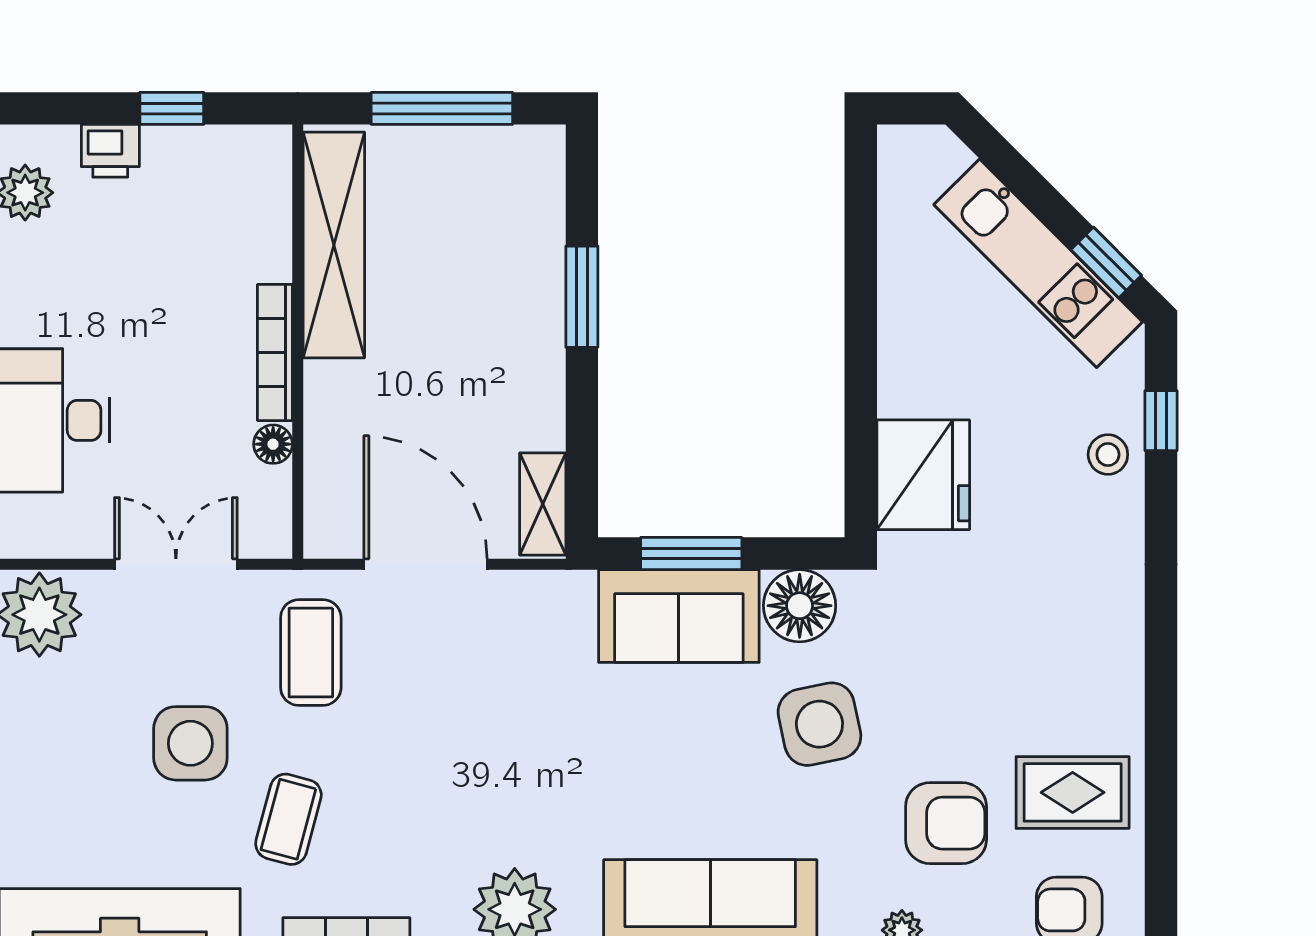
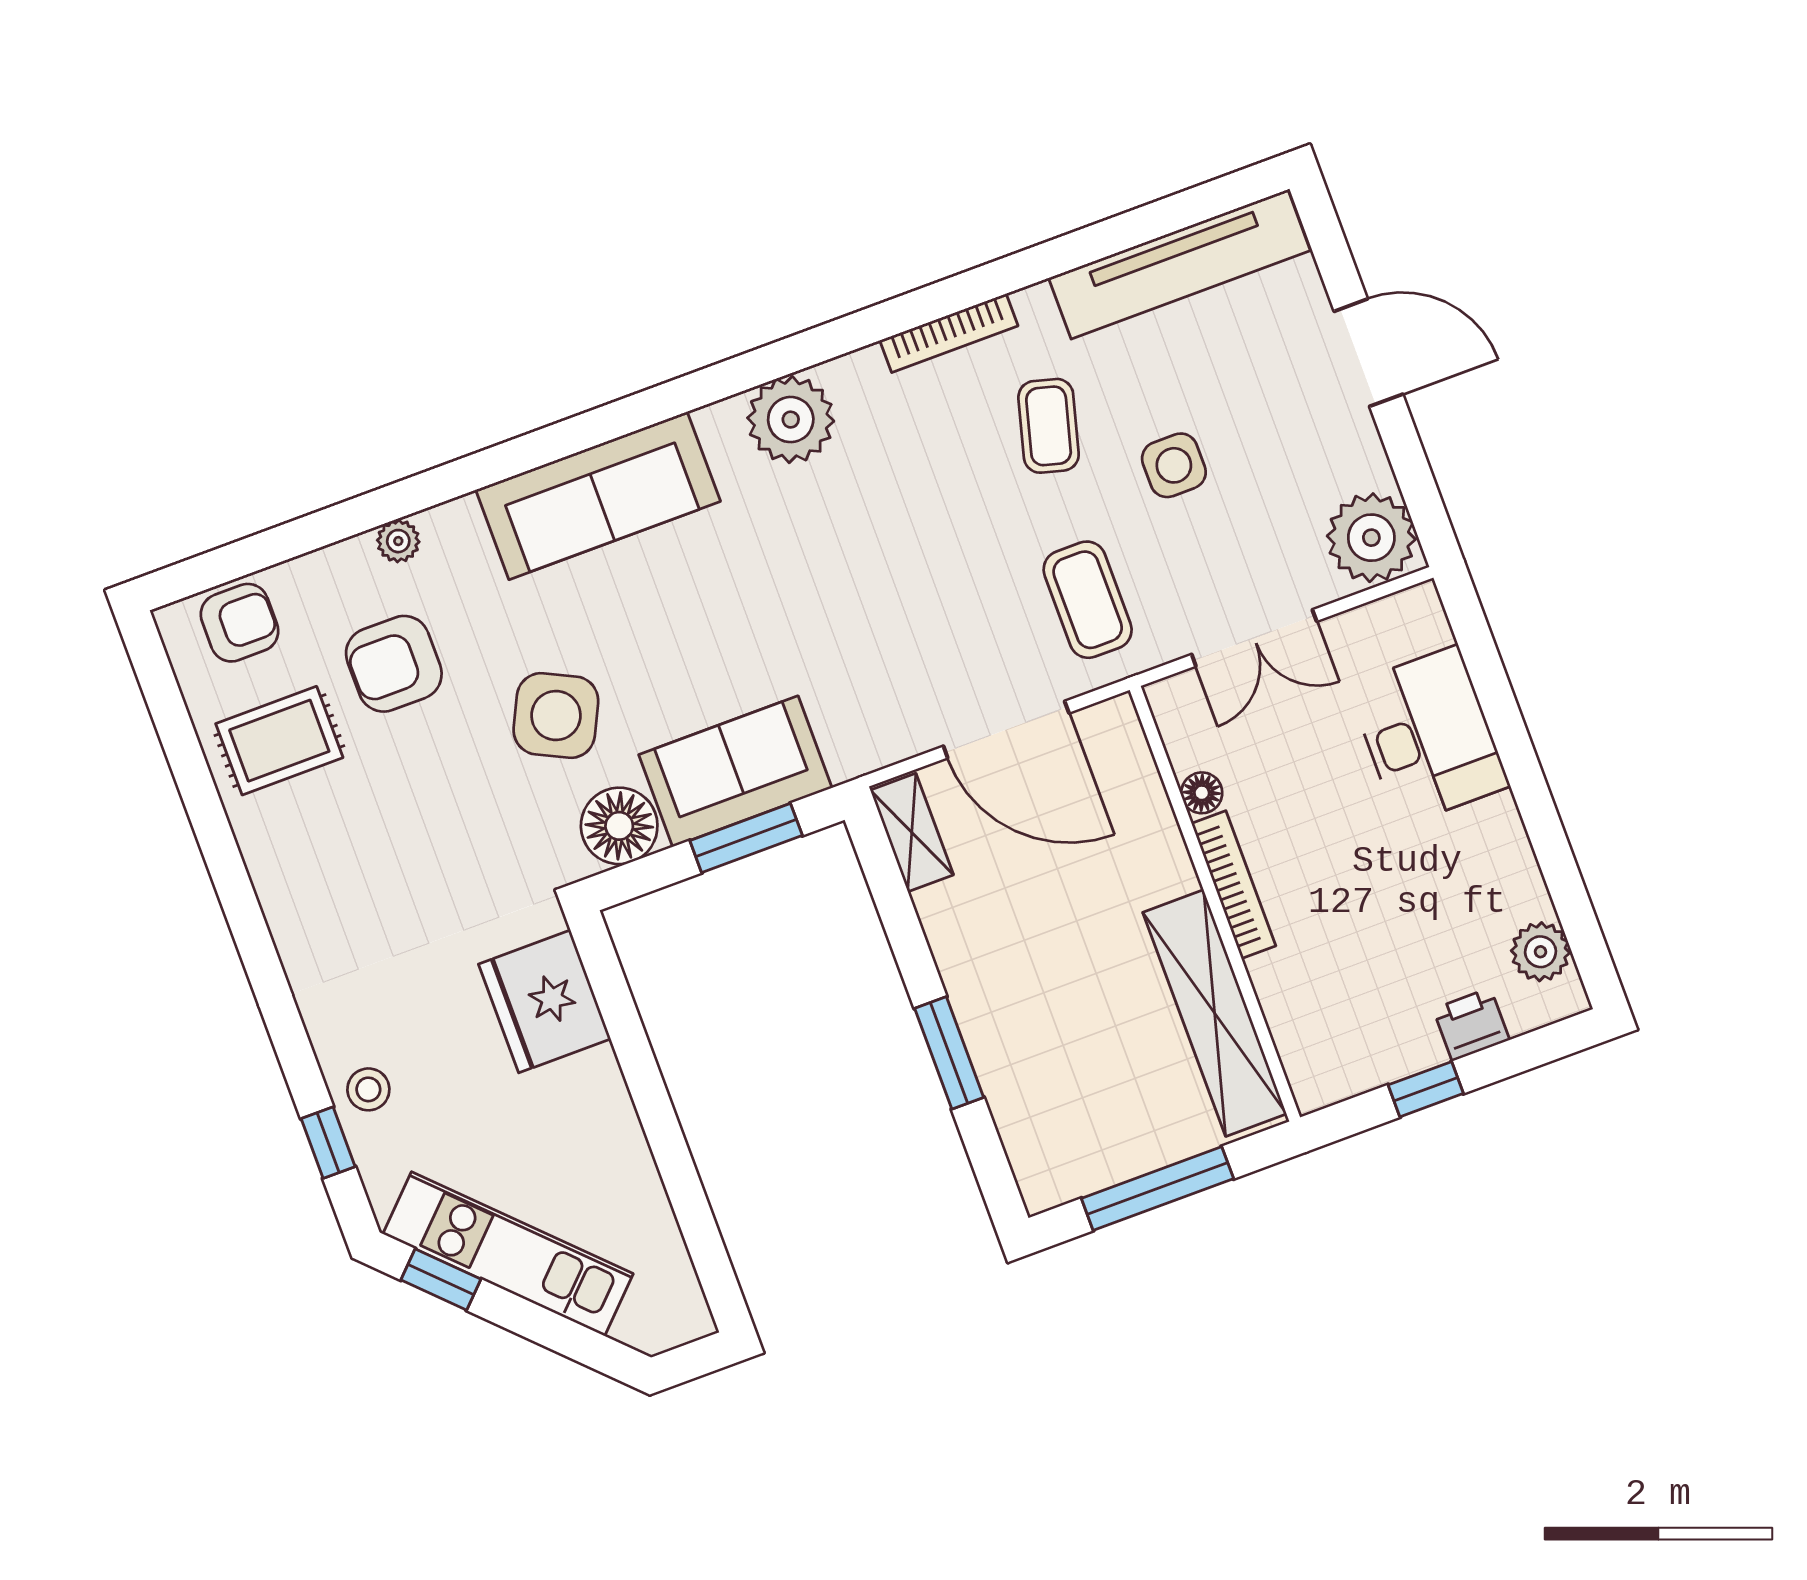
side table: (819, 724) -> (556, 716), turned 38
side table: (190, 743) -> (1174, 465), width x0.73, depth x0.73

